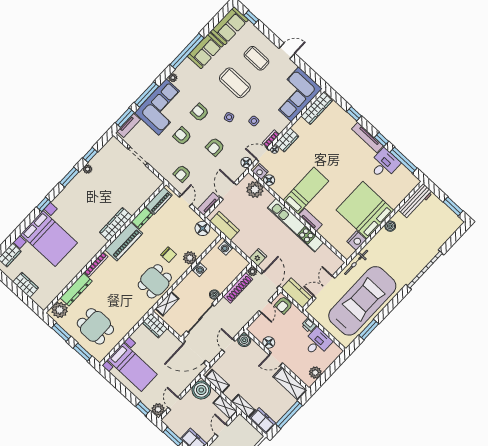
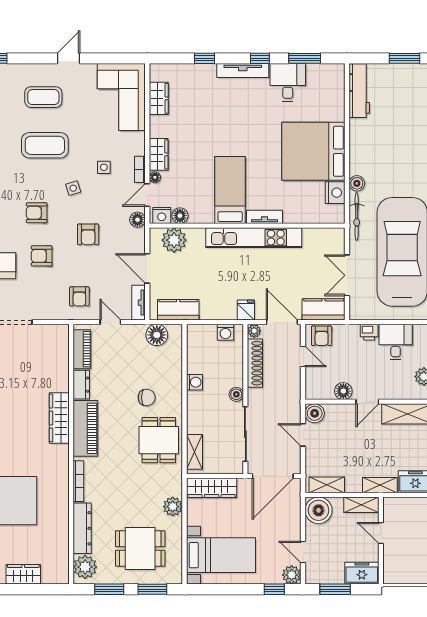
wardrobe: (317, 108) -> (159, 98), width x0.67
window: (404, 160) -> (305, 58), width x0.69
boiler: (390, 226) -> (357, 183), moved
washing machine: (226, 248) -> (225, 332), moved
plant: (190, 258) -> (173, 507), moved
wardrobe: (155, 326) -> (212, 488), width x1.50

